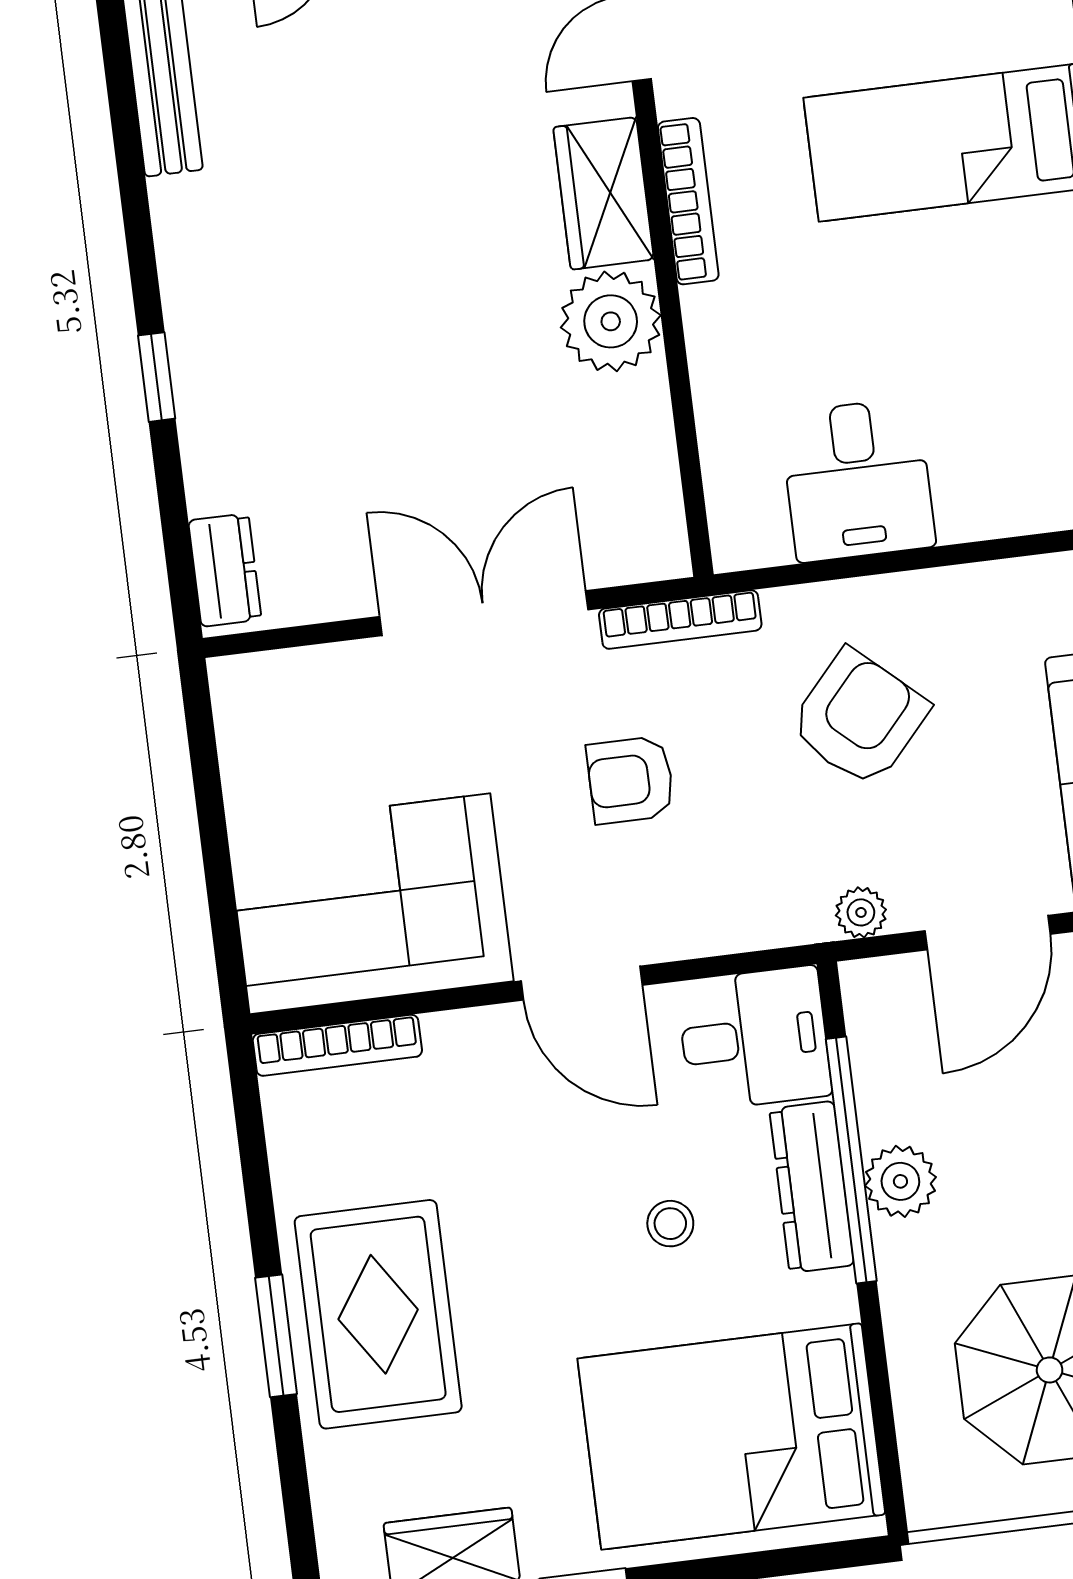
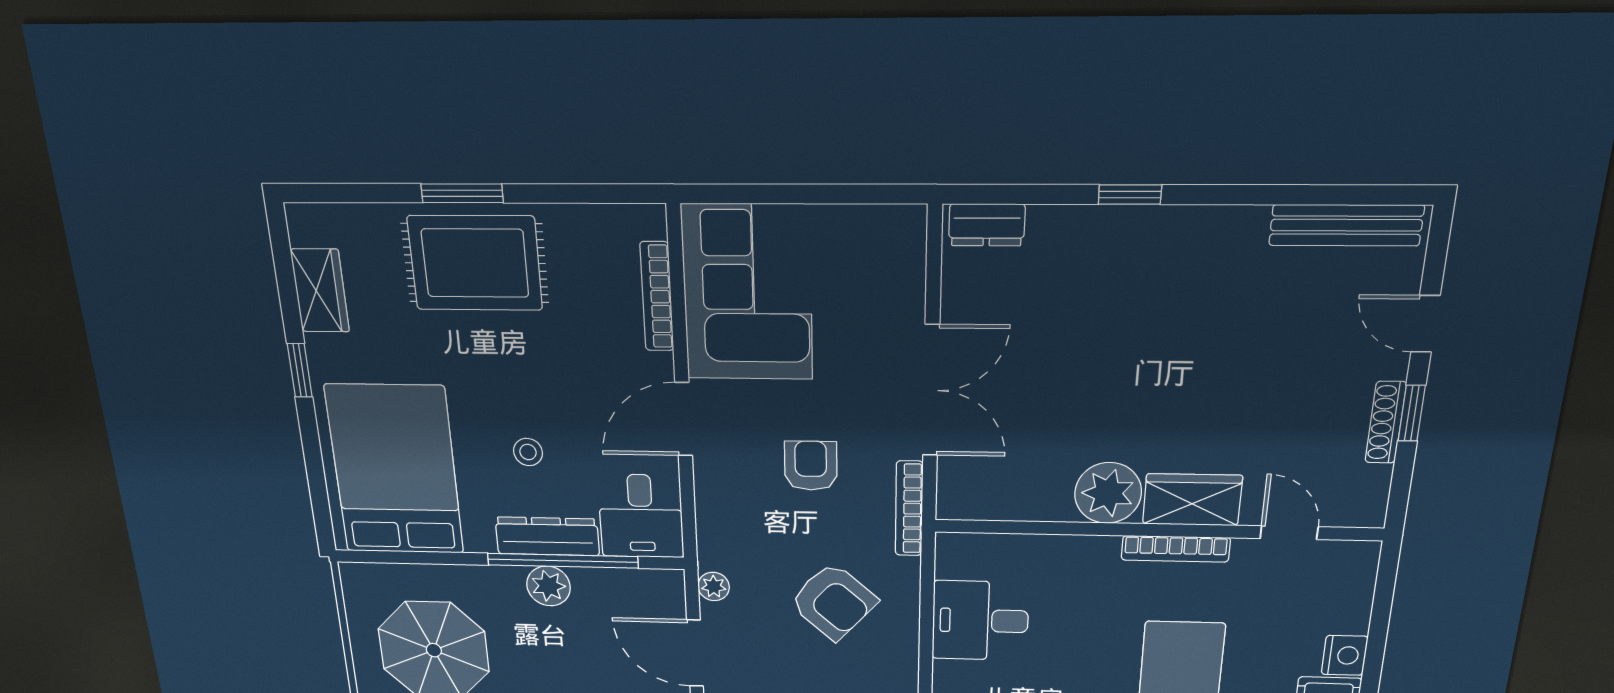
bookcase: (337, 1045) -> (657, 297), moved

